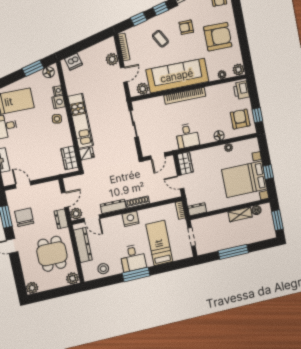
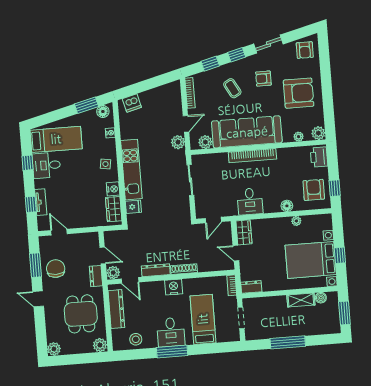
plant: (112, 59) -> (178, 142), moved
nightstand: (59, 102) -> (113, 189), moved
door: (65, 200) -> (103, 255), hinge flipped

